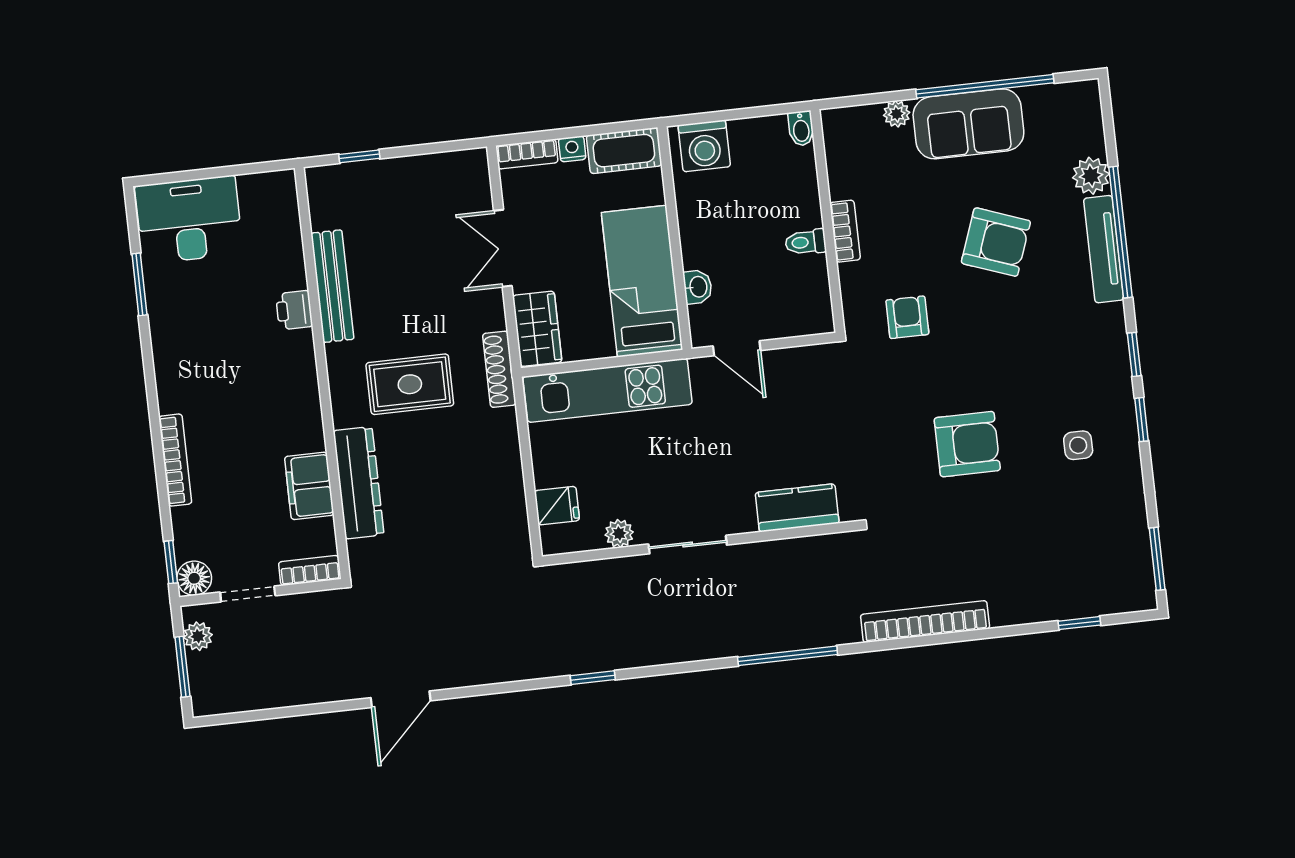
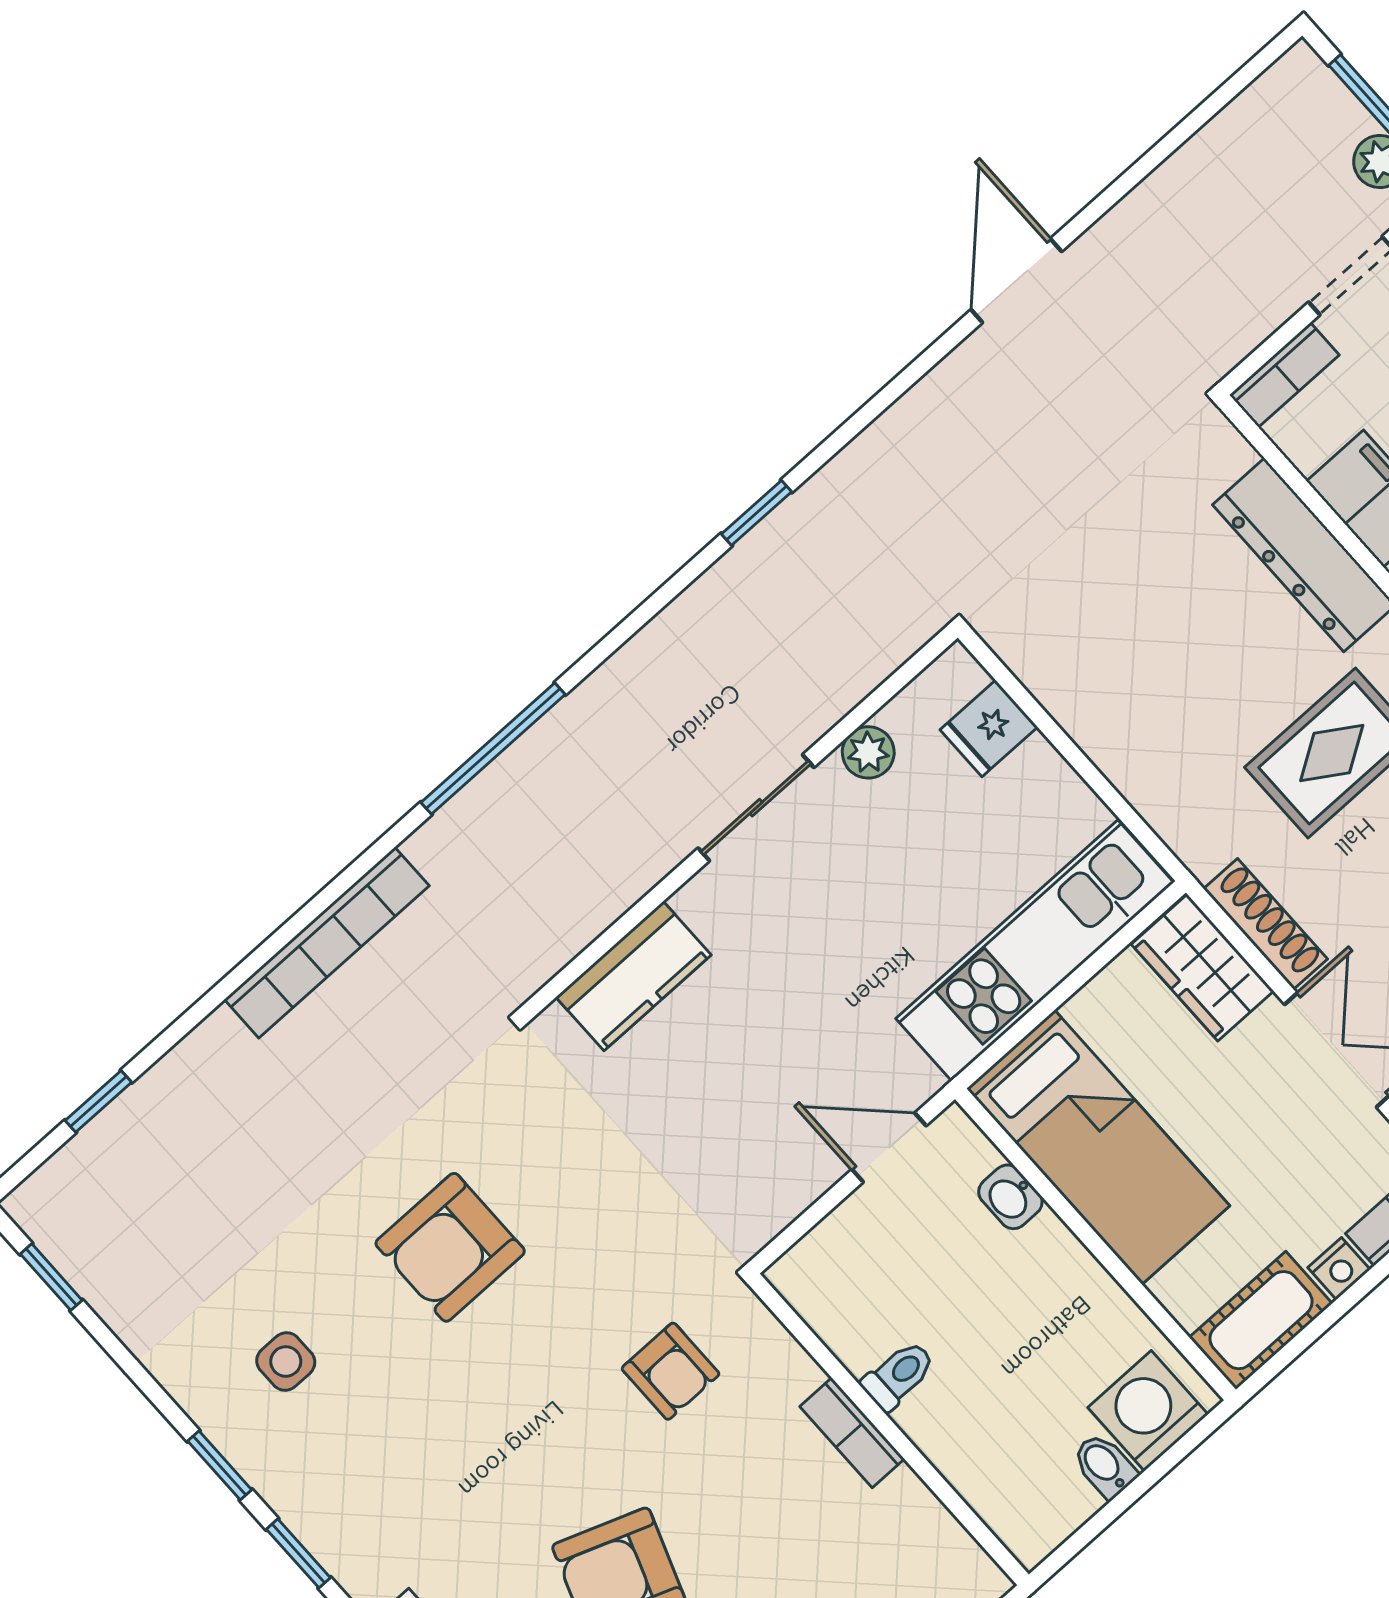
bidet: (801, 128) -> (1104, 1466), moved
shoe rack: (499, 369) -> (1265, 924), moved
window: (1157, 559) -> (51, 1277), width x0.67

